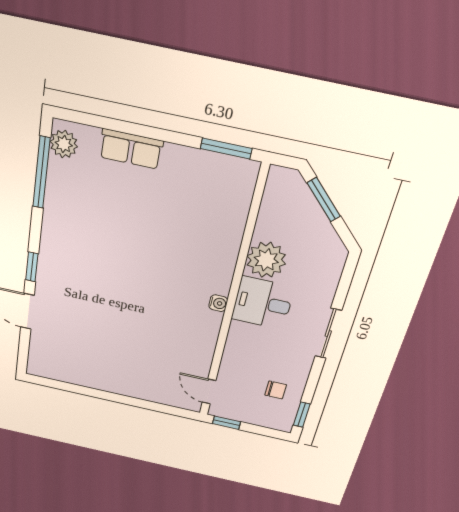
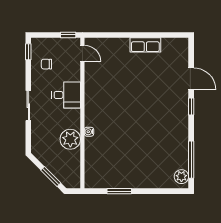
row of seats: (131, 149) -> (145, 45), moved, turned 180
window: (226, 149) -> (119, 191), moved
water cooler: (218, 303) -> (89, 132), moved
desk: (263, 303) -> (66, 95), moved

